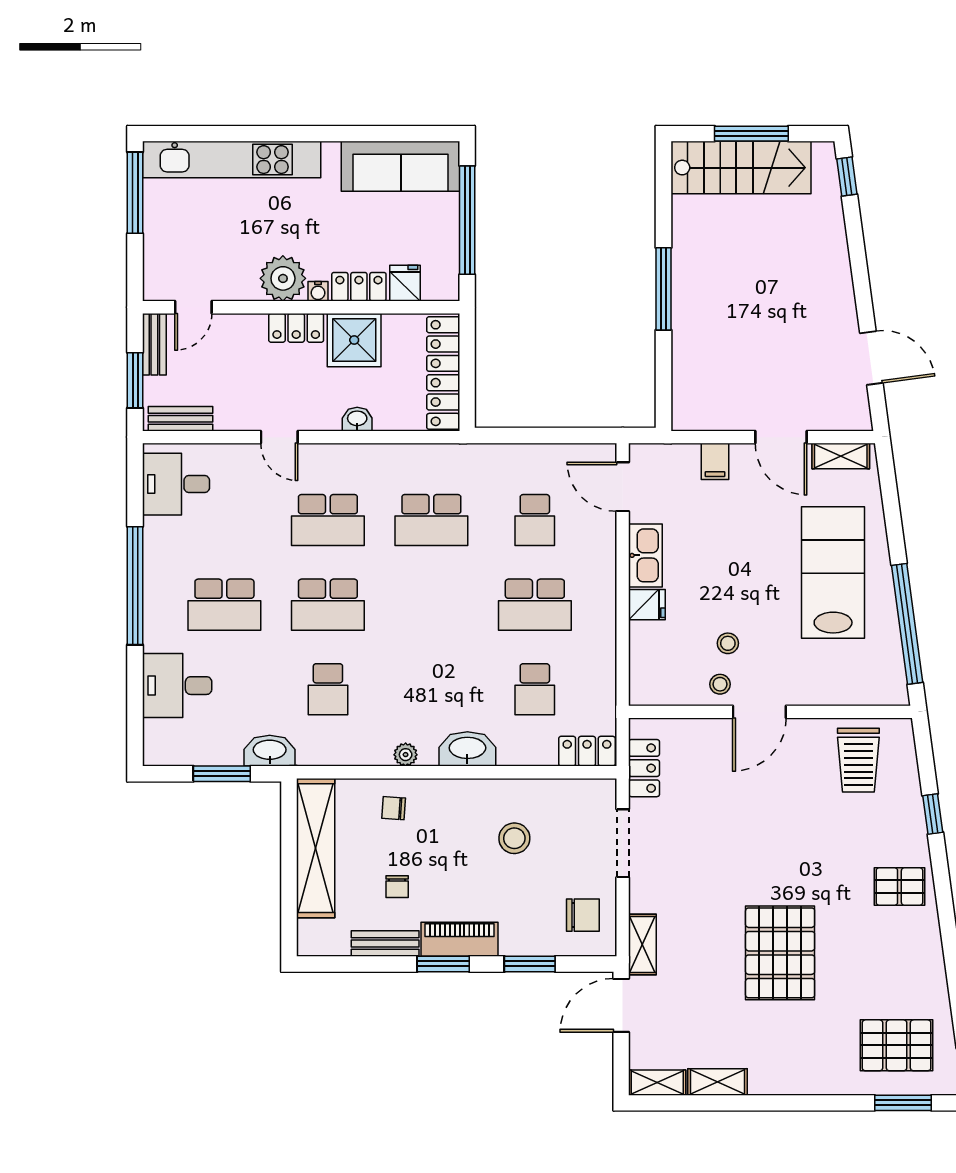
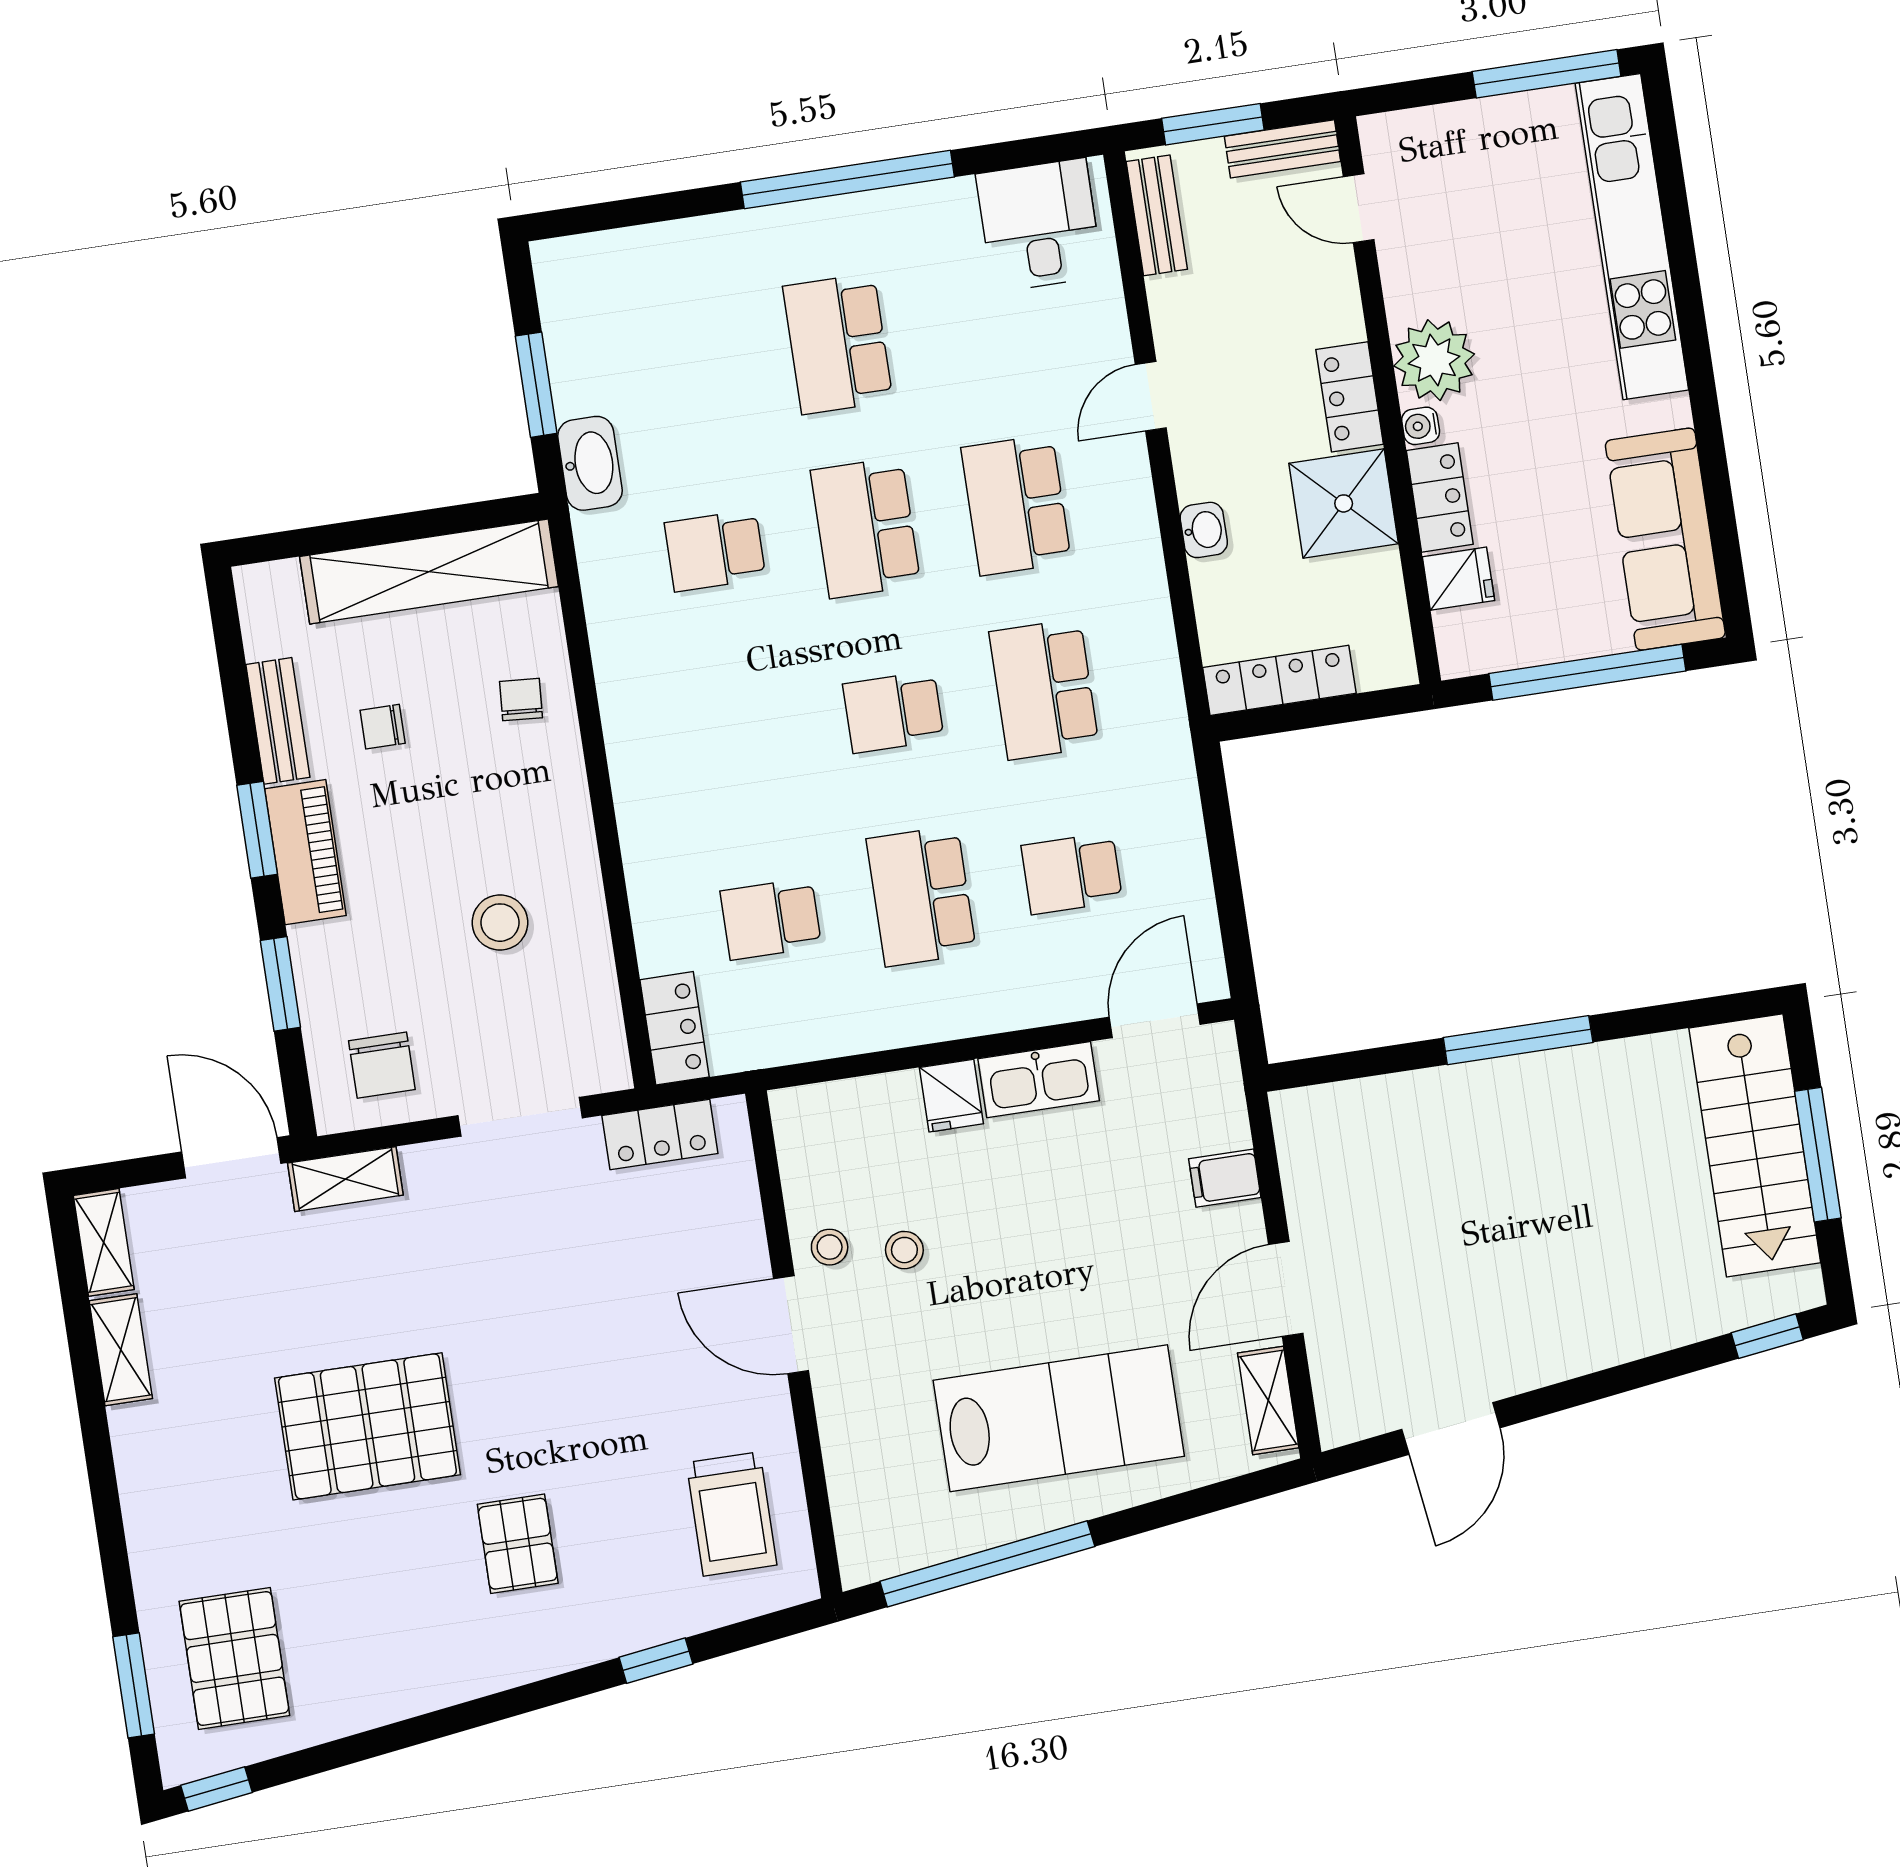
locker: (443, 373) -> (1279, 680), width x0.71, depth x0.83
school desk: (431, 605) -> (893, 712), added
desk: (177, 686) -> (681, 281), removed
washbasin: (467, 749) -> (646, 815), removed
plant: (406, 755) -> (620, 706), removed
trolley: (858, 760) -> (732, 1514), turned -90
pallet: (899, 887) -> (518, 1544), moved

